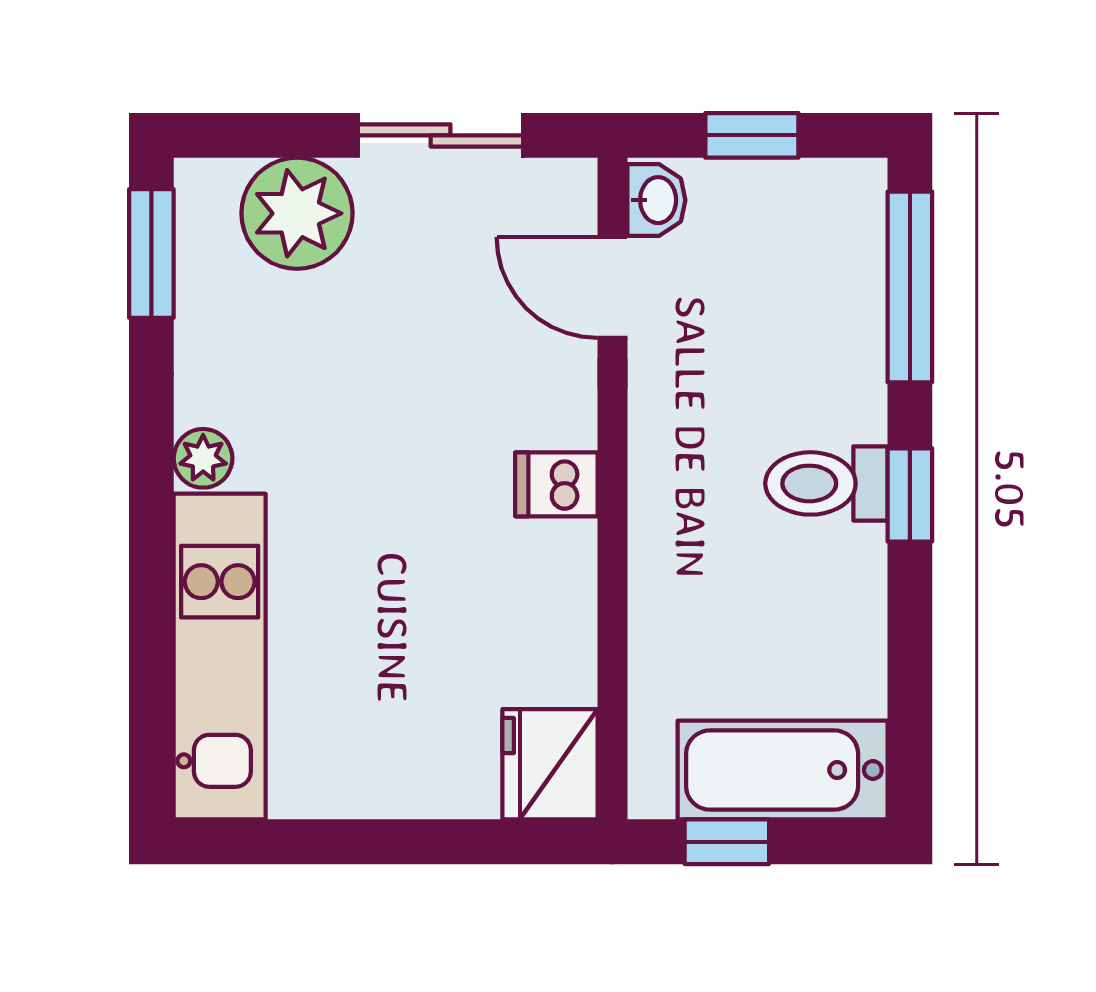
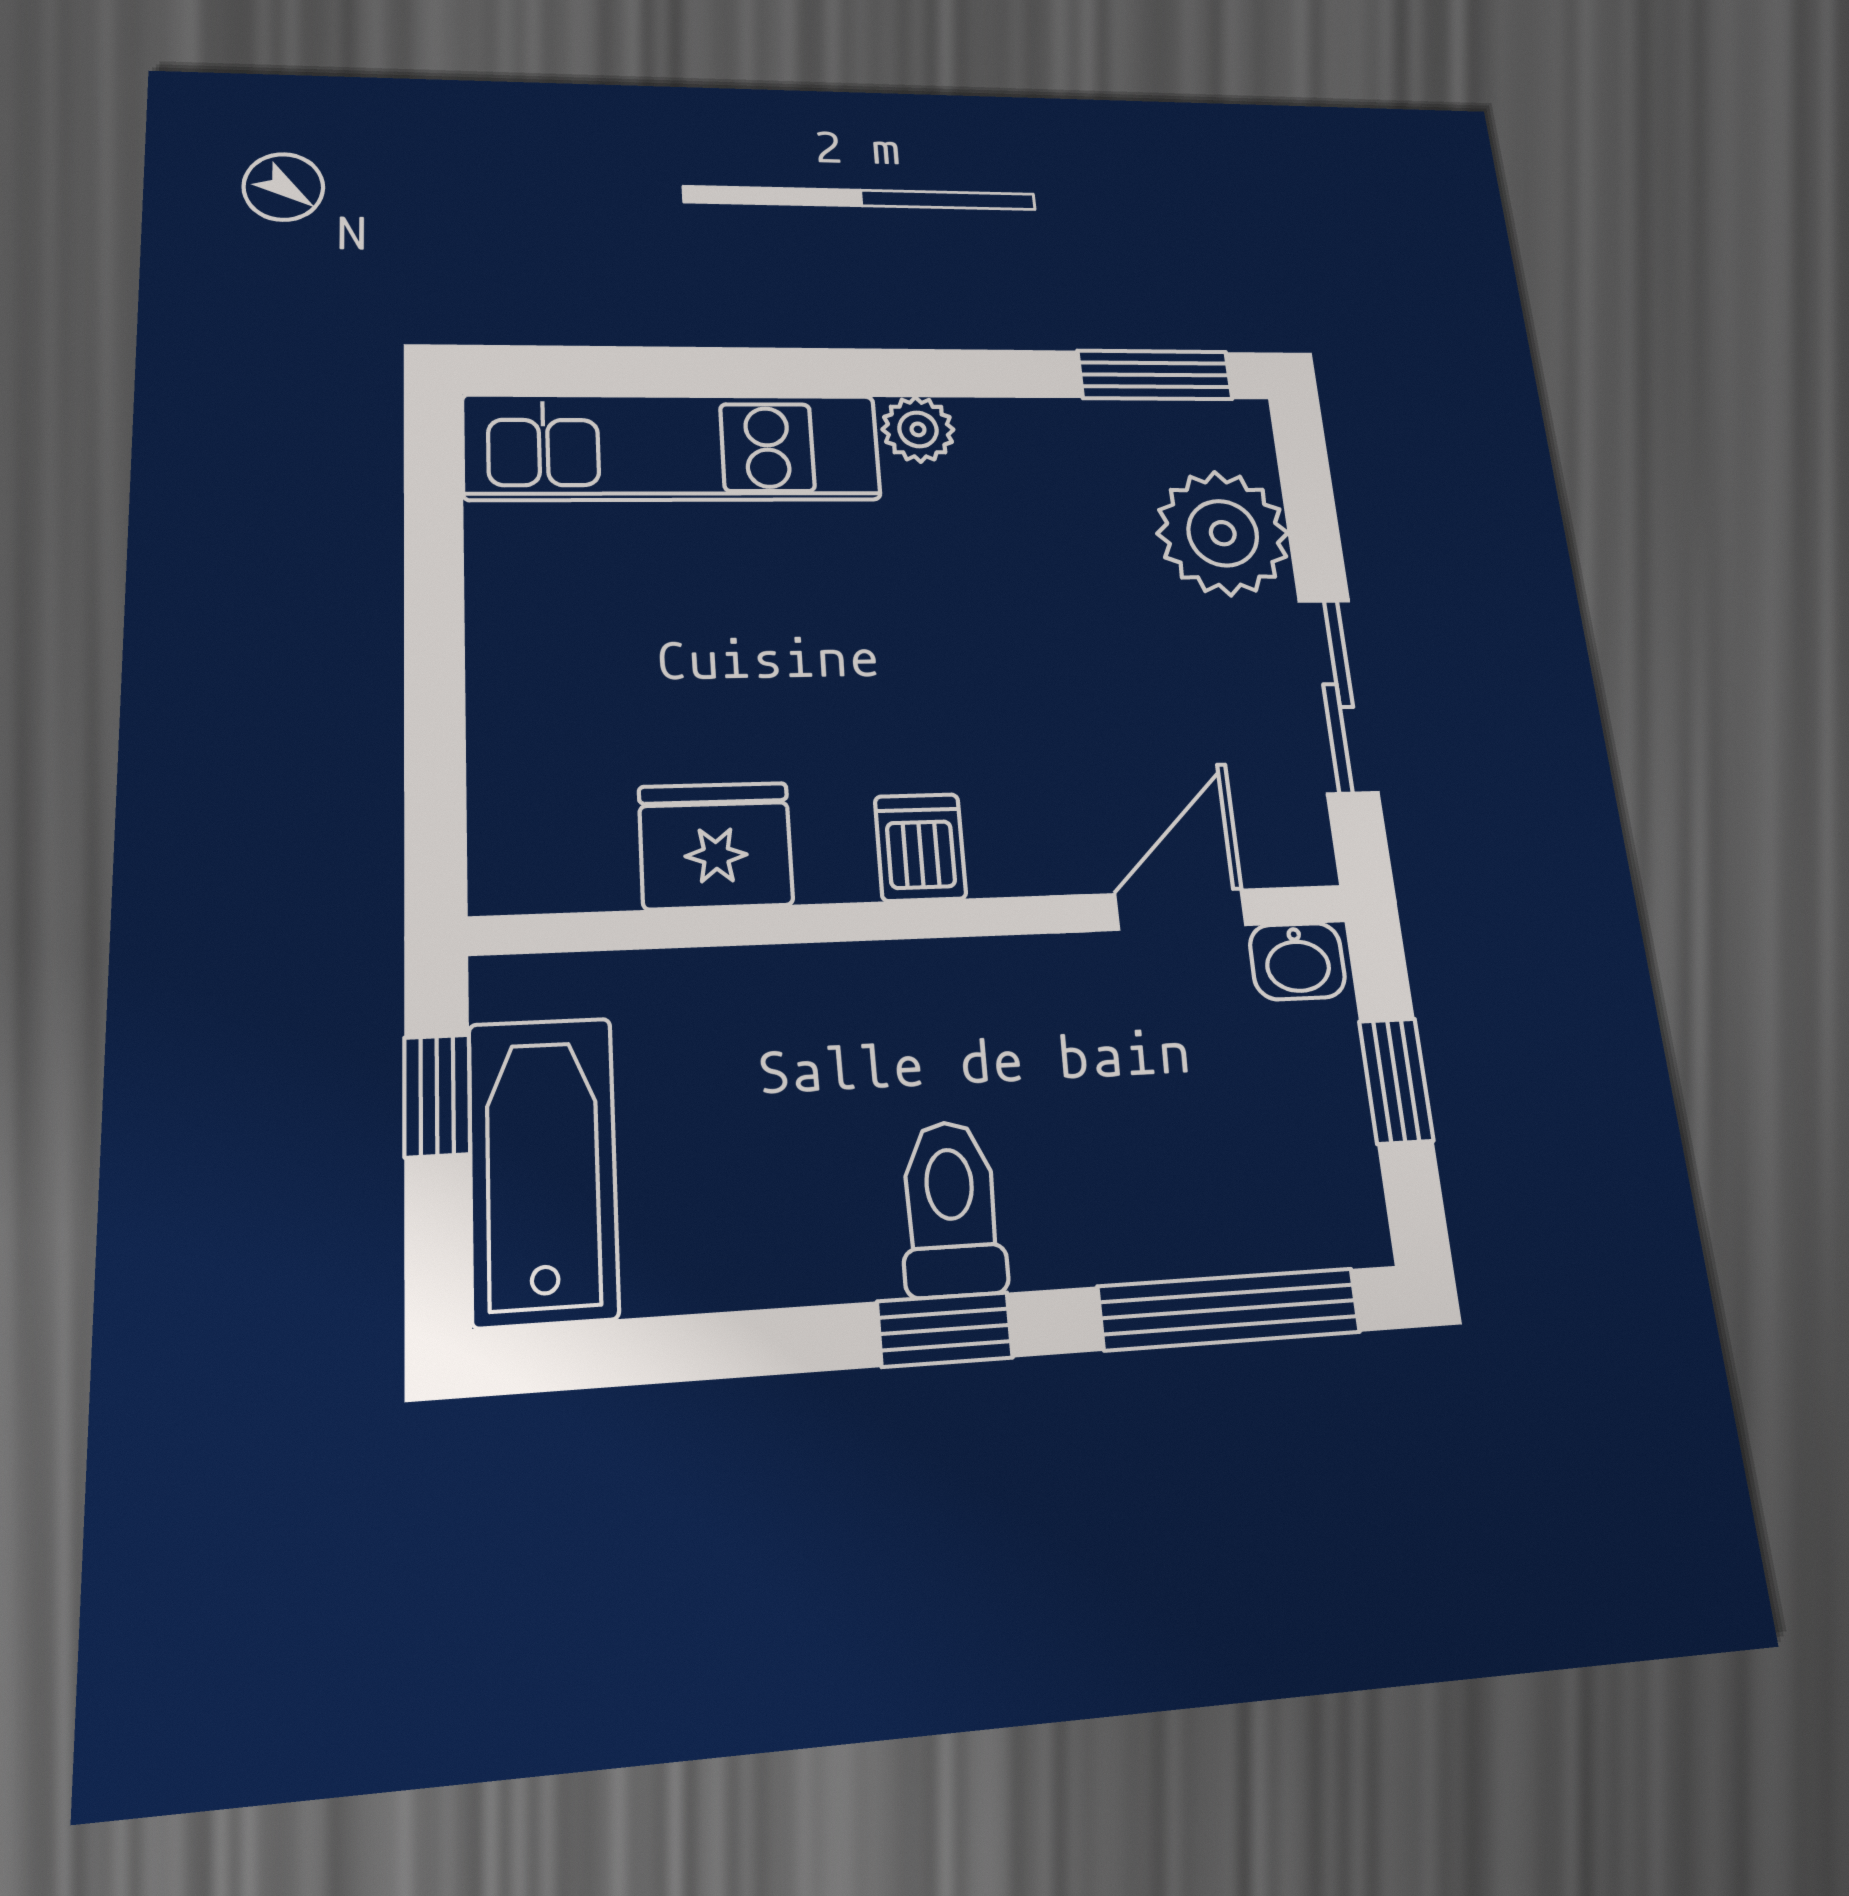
fridge: (550, 764) -> (716, 846), moved

